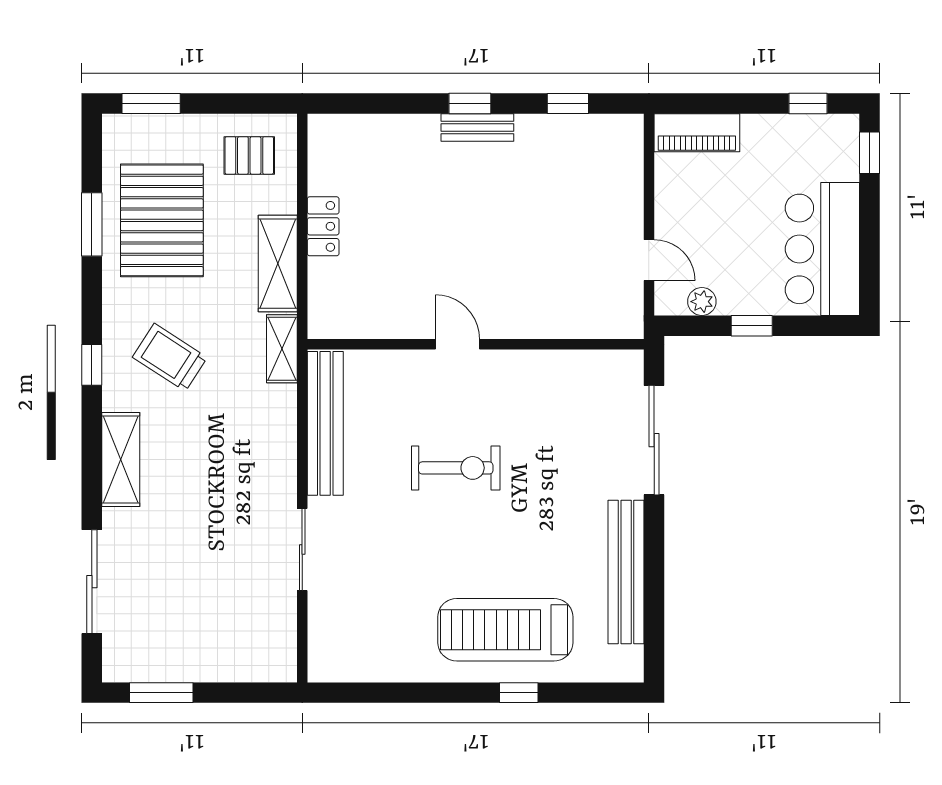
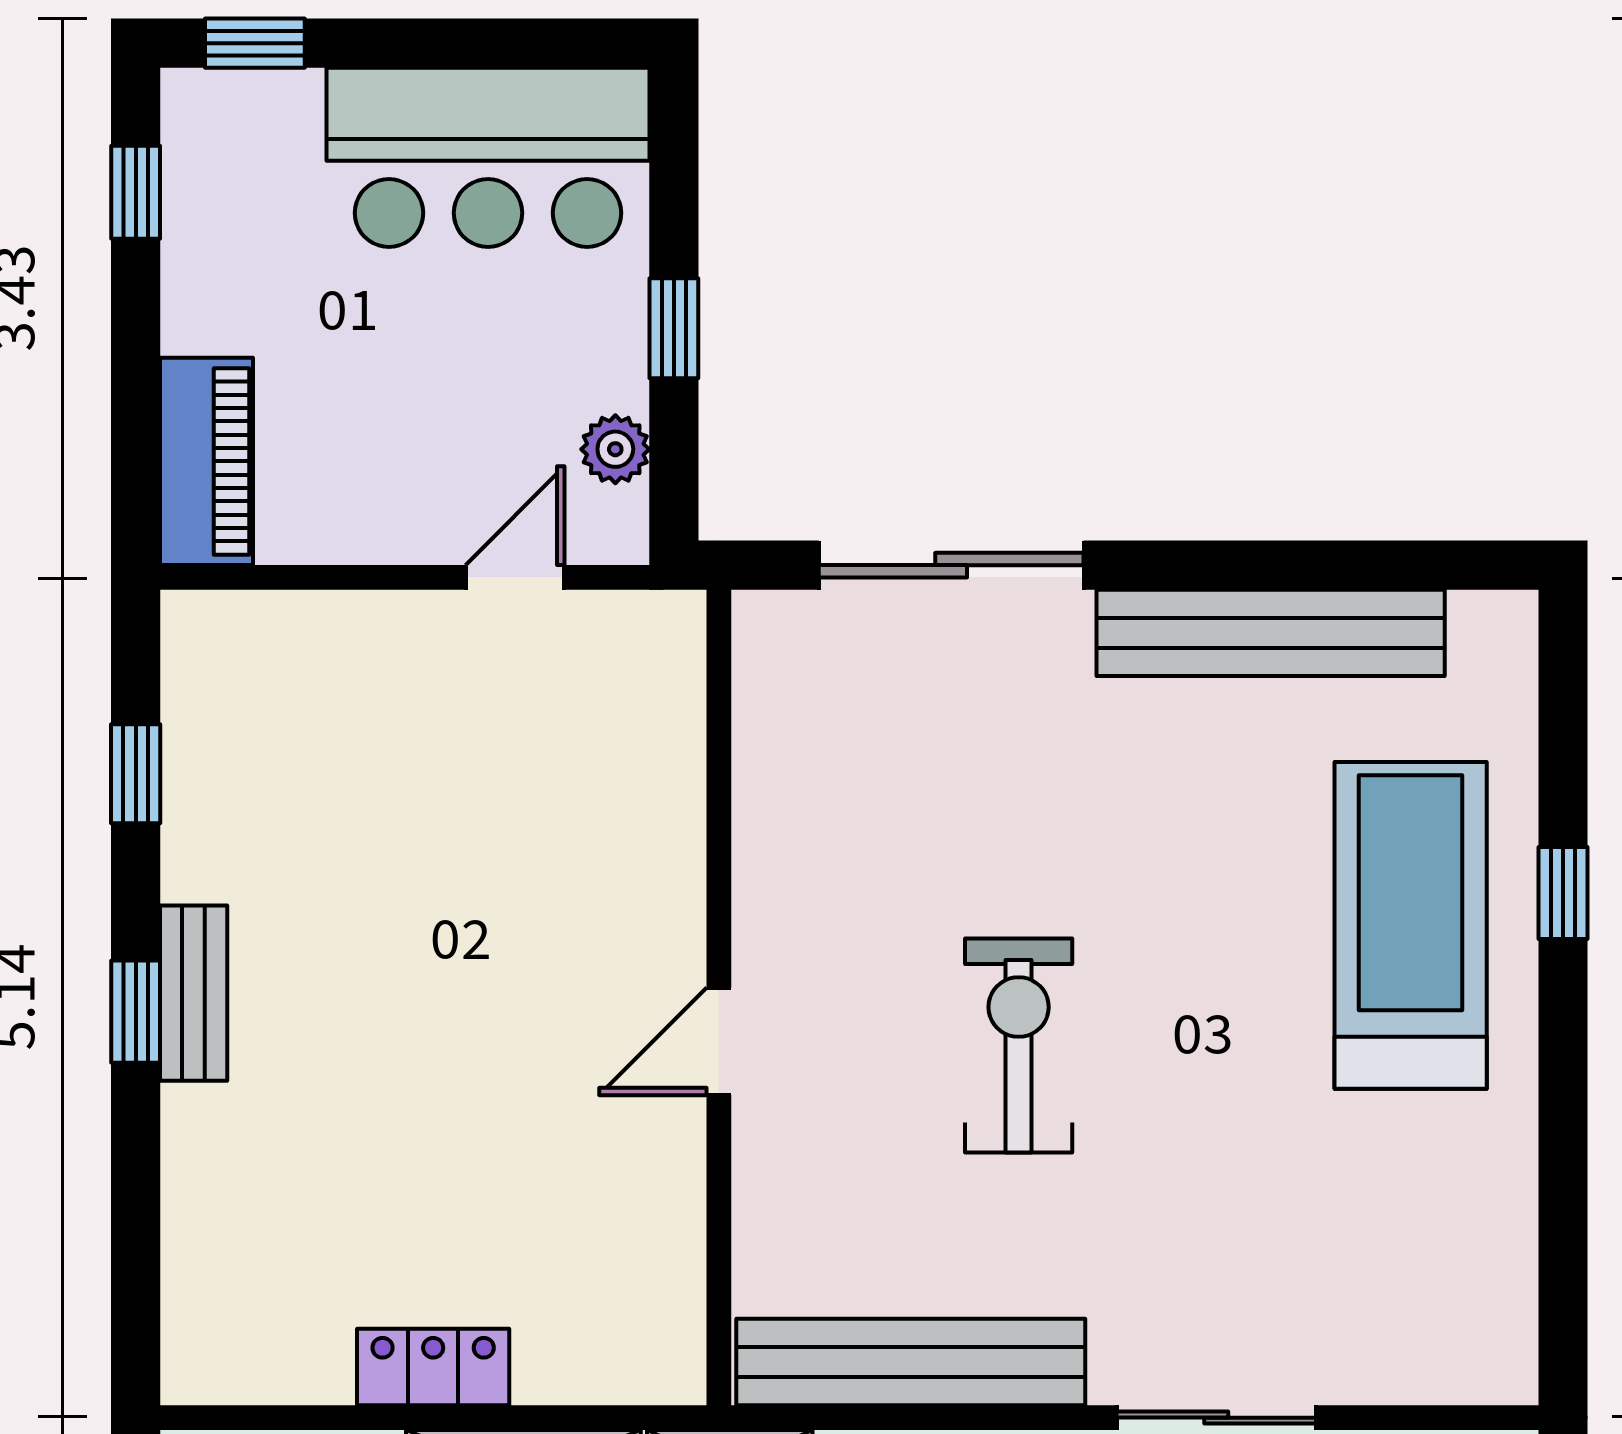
treadmill: (505, 630) -> (1411, 925), turned 180

